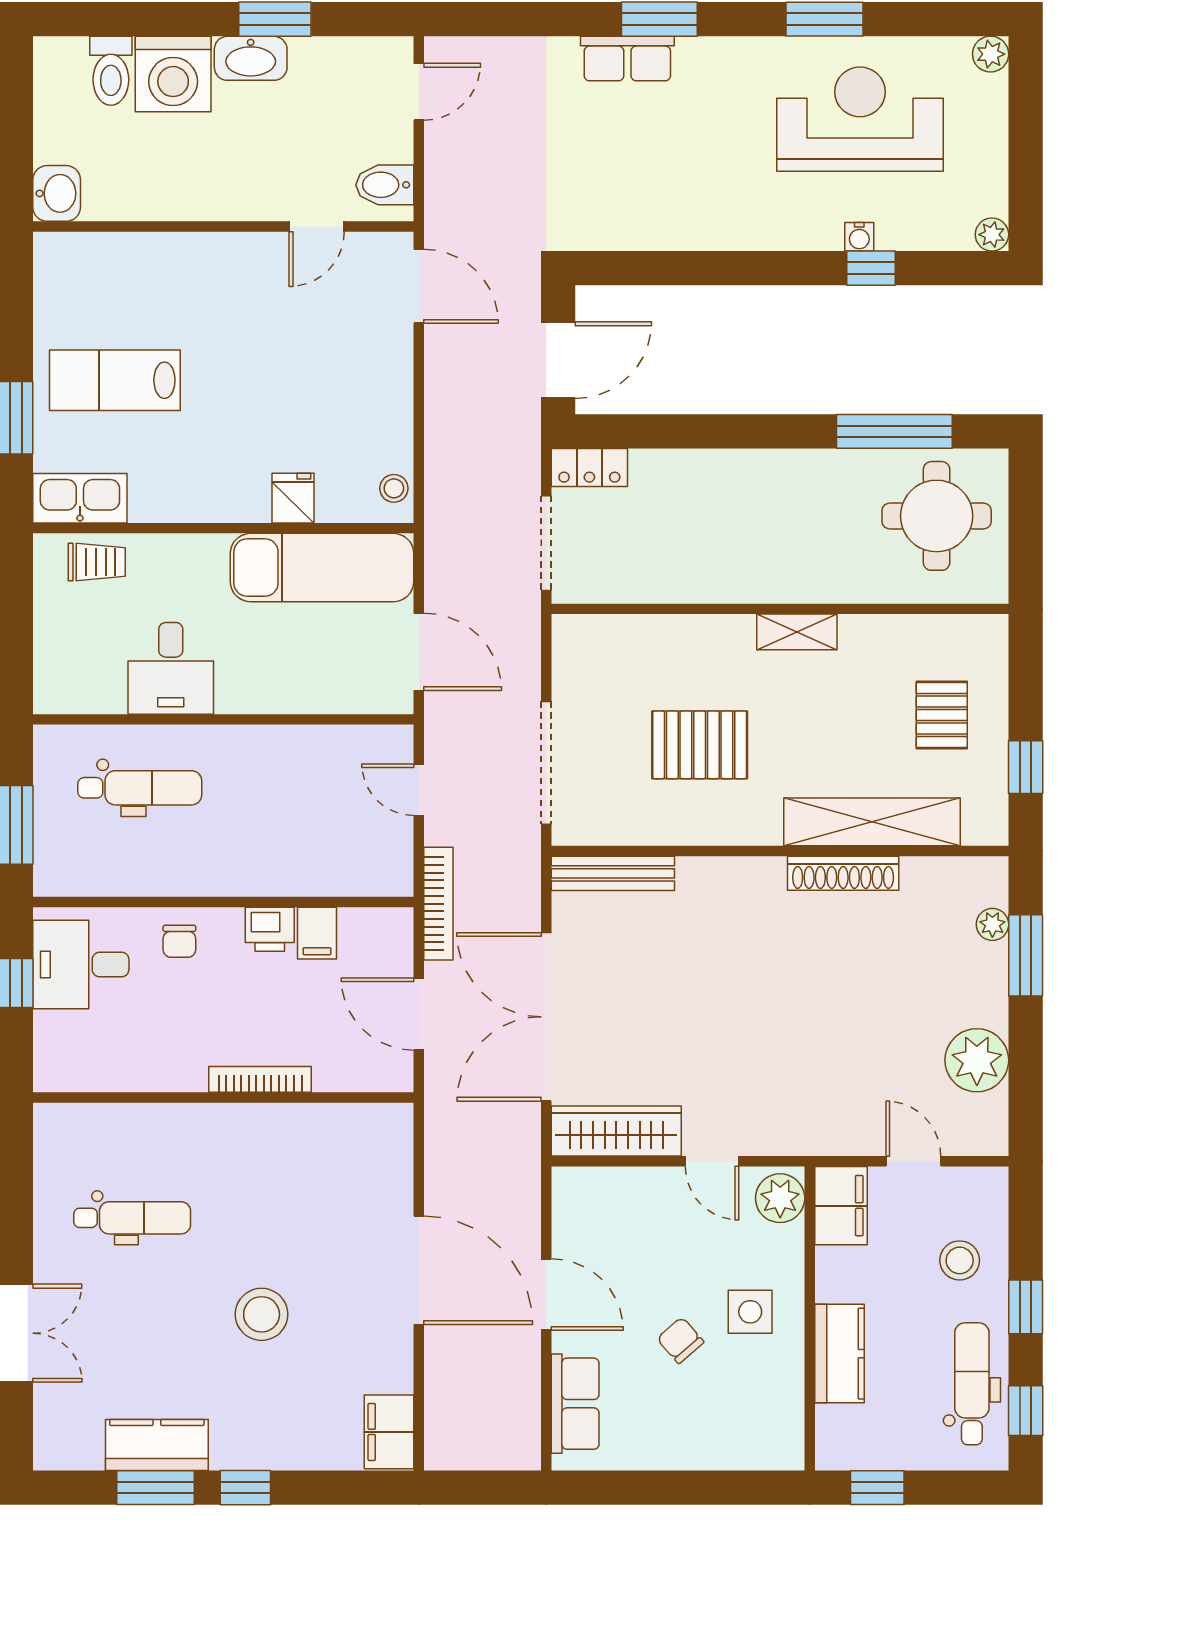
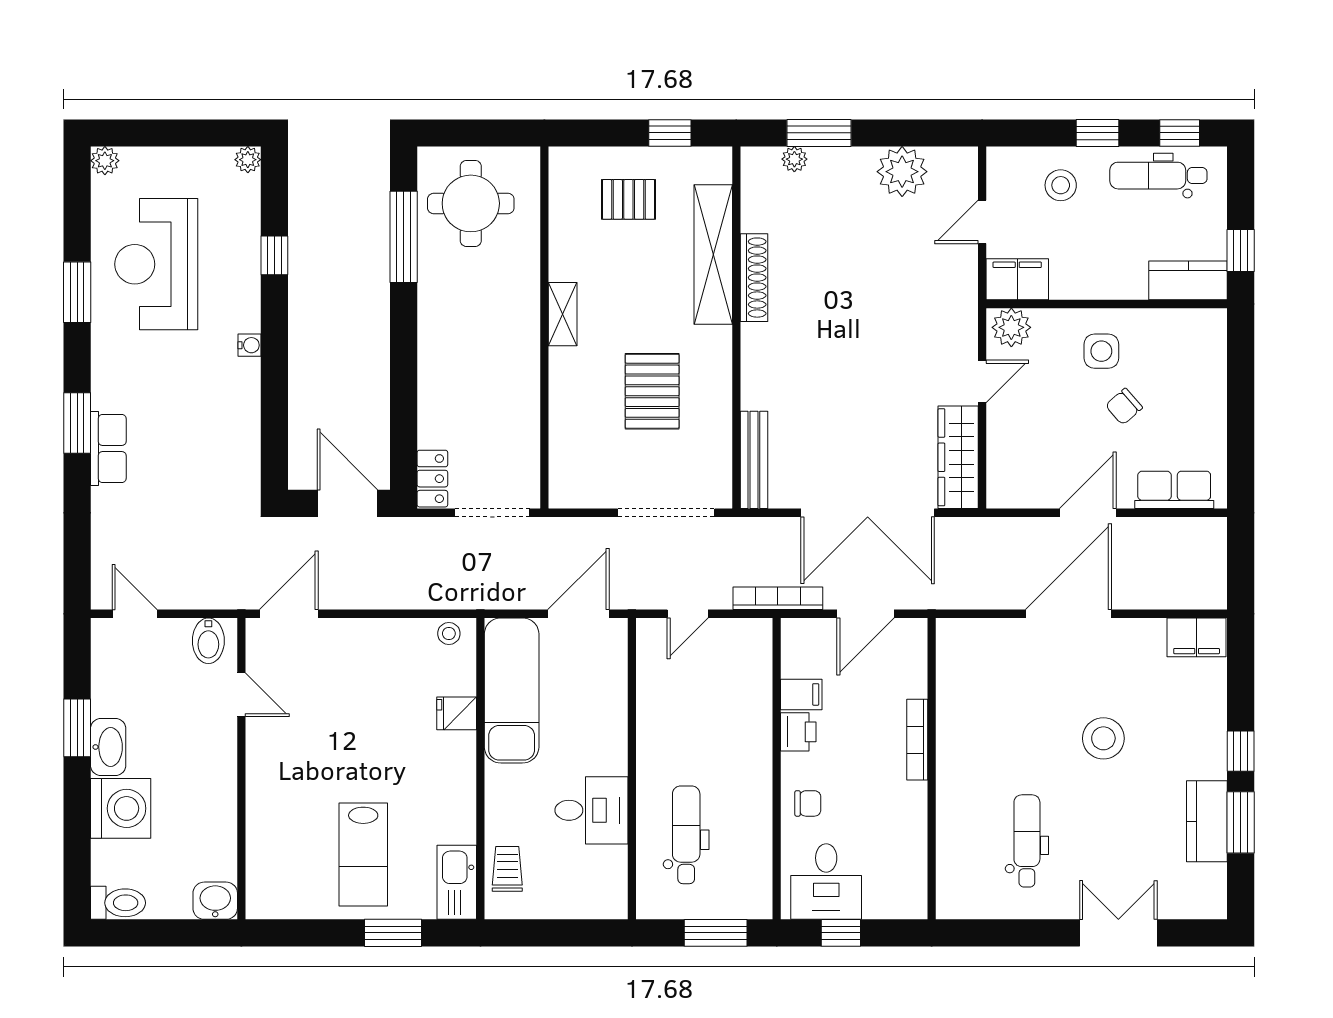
toilet: (111, 71) -> (118, 903), moved
water cooler: (859, 237) -> (250, 345), moved
kitchen counter: (839, 1354) -> (1188, 280), moved

